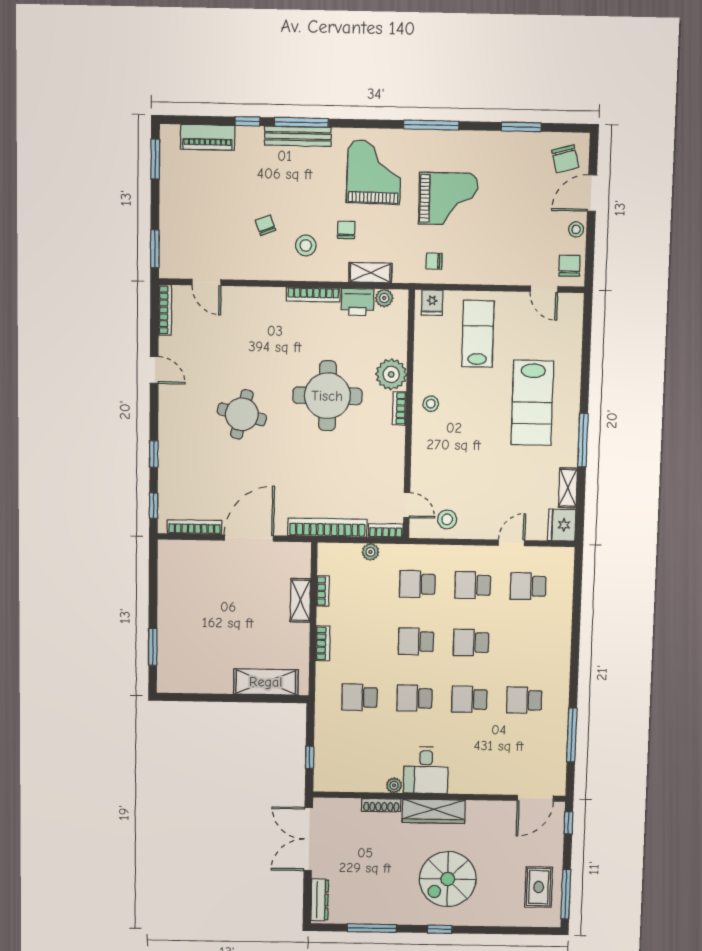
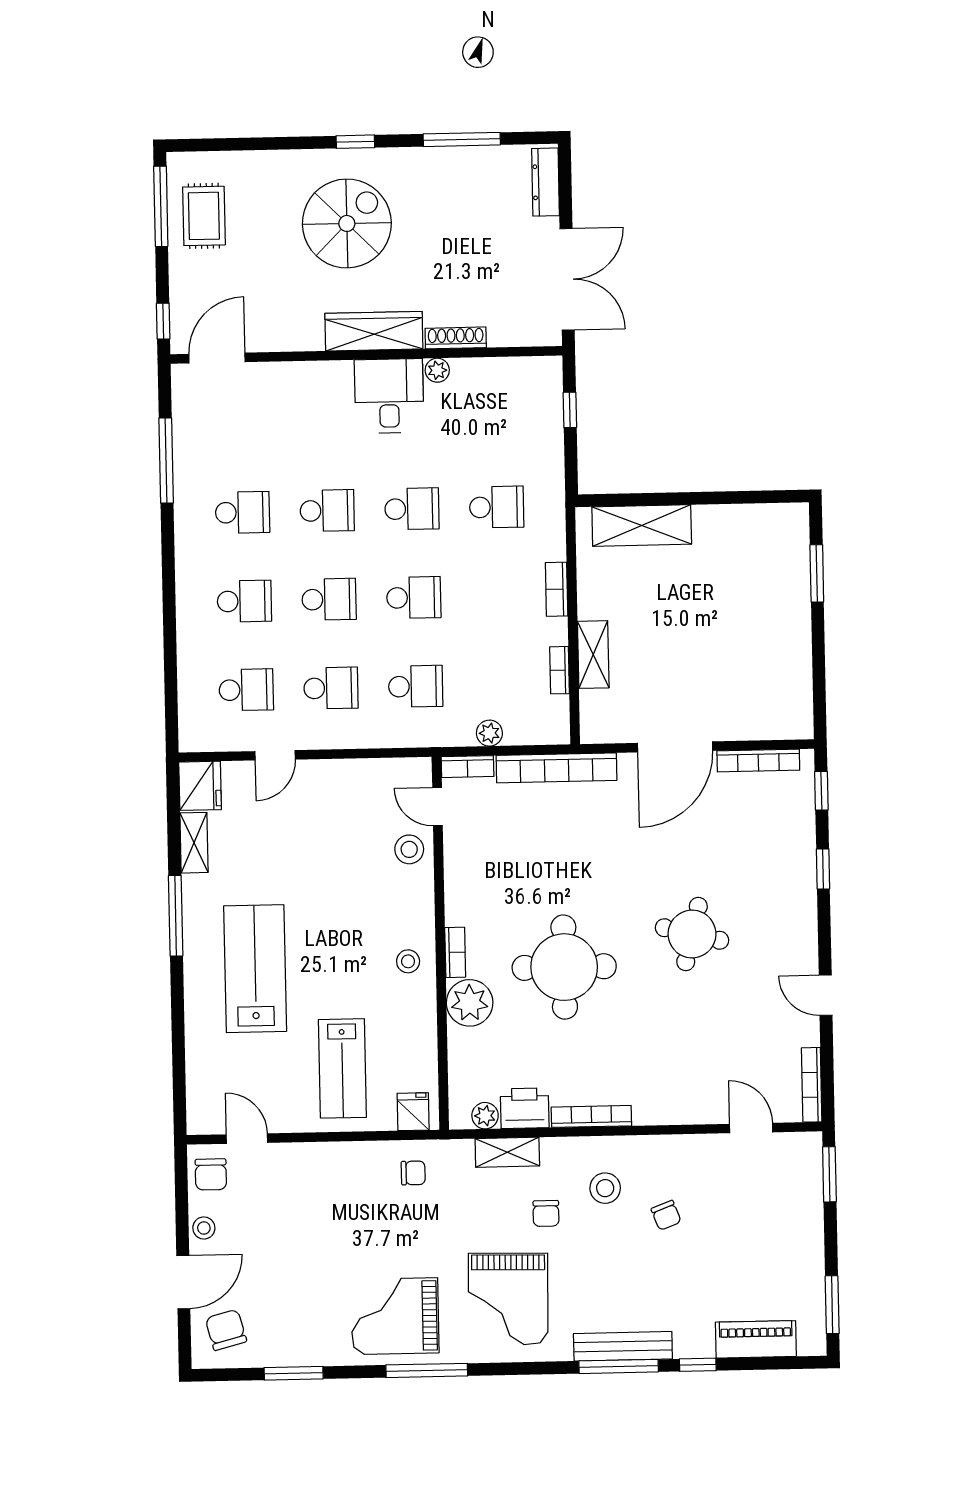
grand piano: (448, 199) -> (395, 1316), moved
stool: (447, 519) -> (409, 849), moved
school desk: (526, 643) -> (244, 601), added

